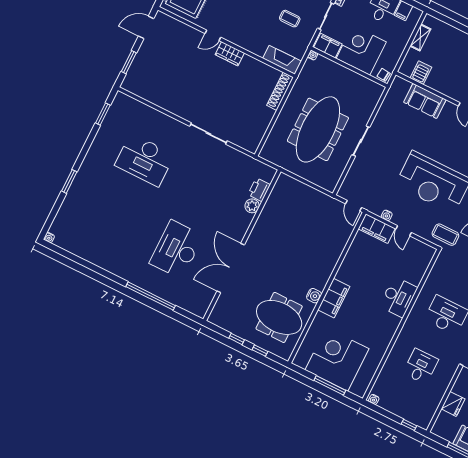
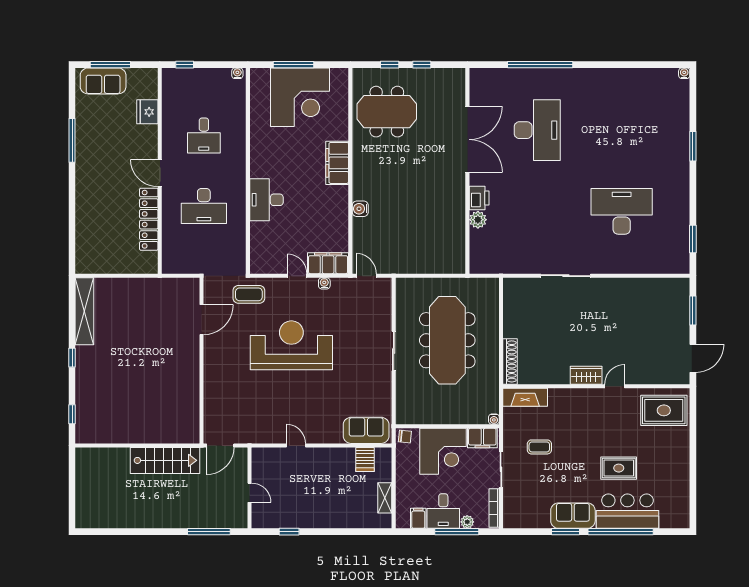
sofa: (425, 101) -> (366, 430), moved
printer: (259, 190) -> (479, 198), moved
water cooler: (314, 296) -> (360, 209), moved

